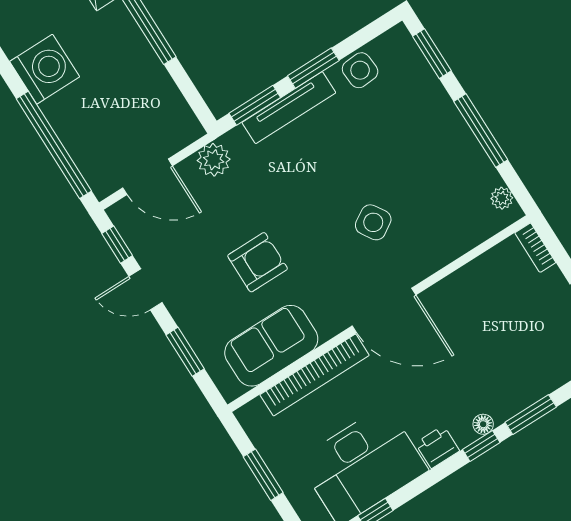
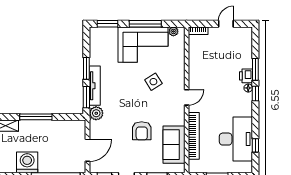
side table: (360, 70) -> (97, 53), removed
corner sofa: (436, 153) -> (143, 45), added
plant: (214, 160) -> (96, 113), moved
armchair: (258, 262) -> (142, 131), turned 180
door: (384, 310) -> (187, 97), width x0.53
printer: (437, 447) -> (246, 76), moved

